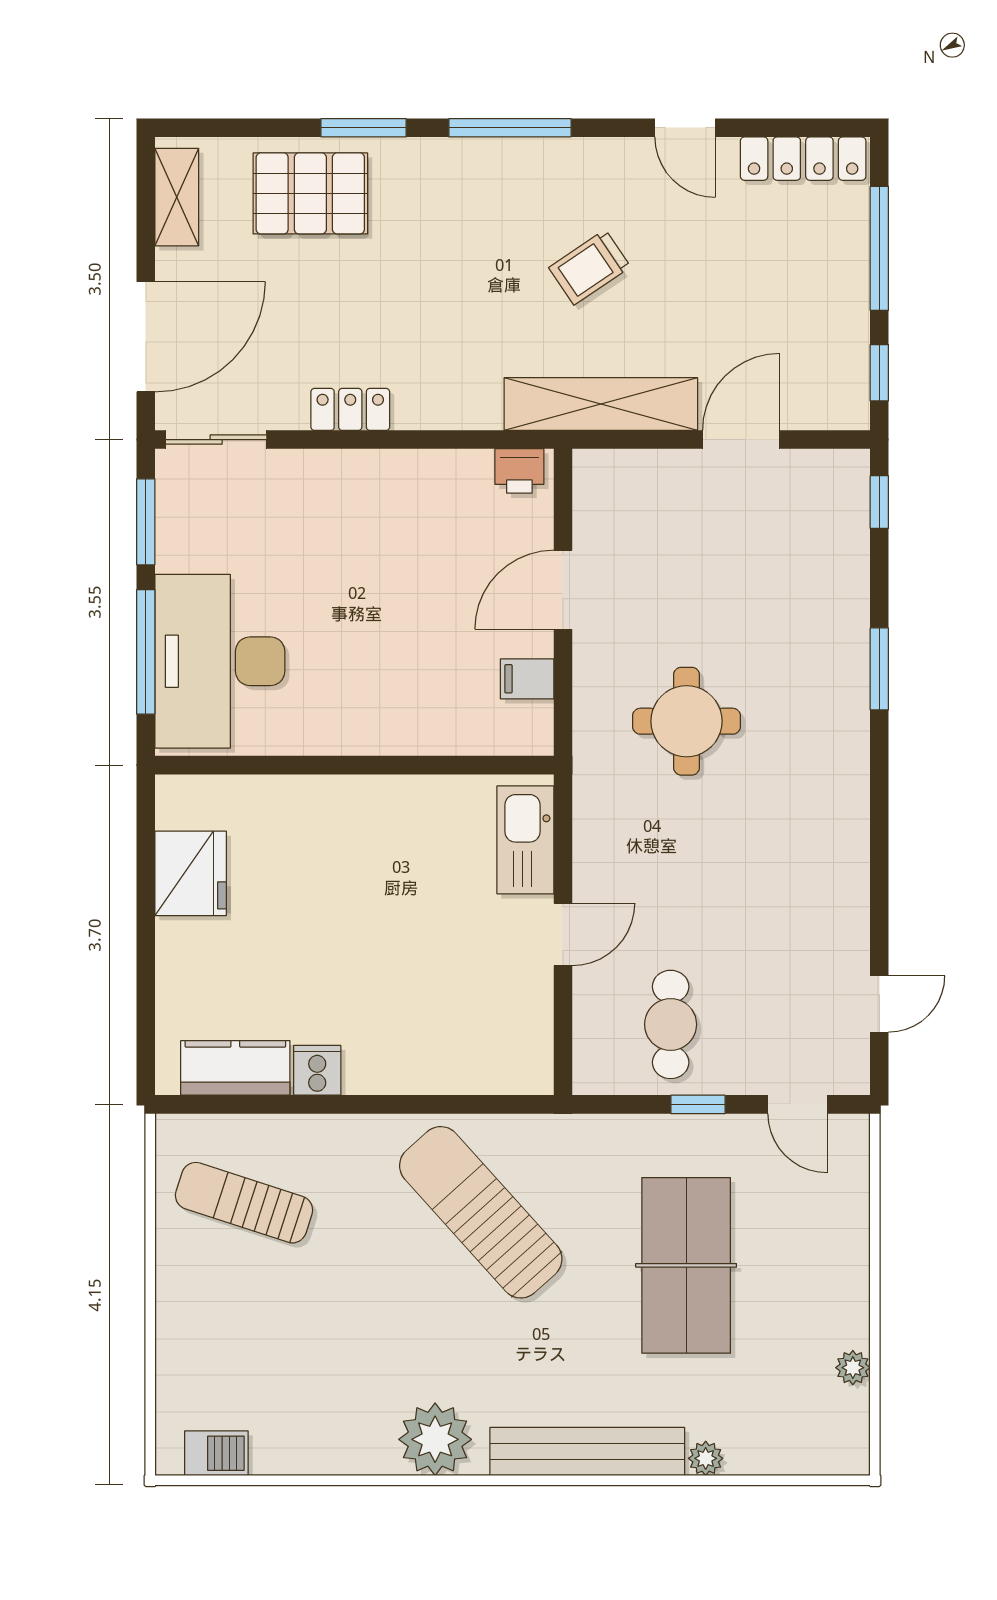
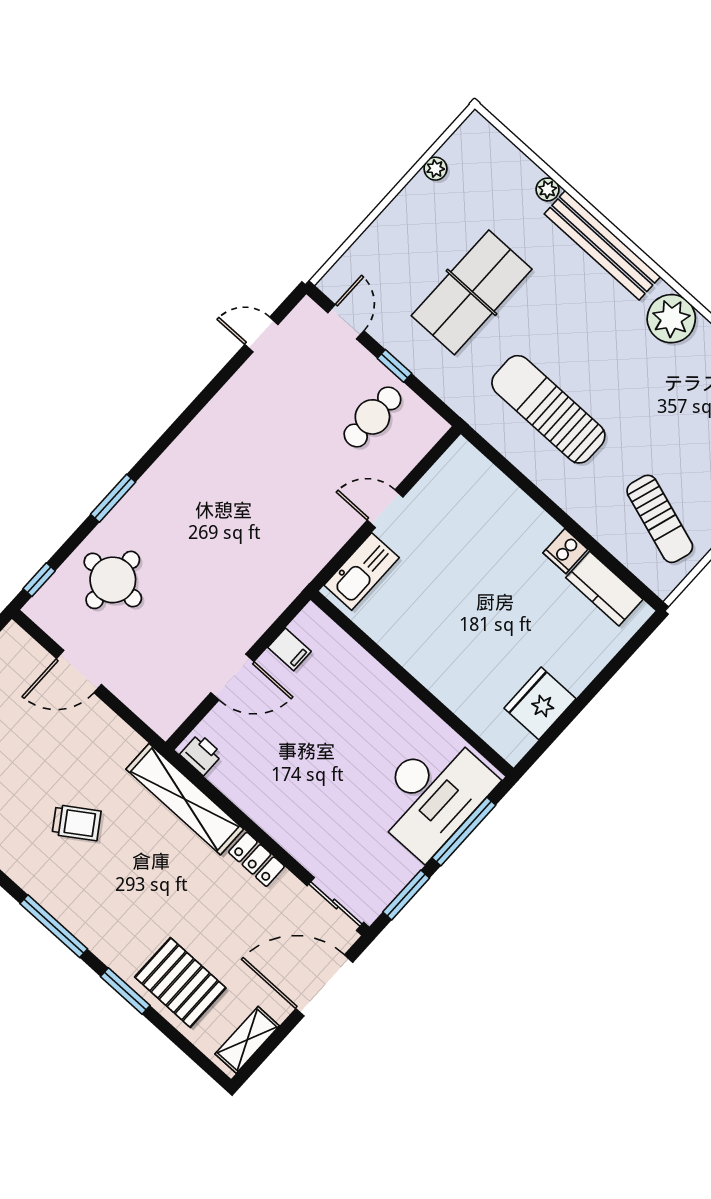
shelving: (601, 404) -> (185, 799), moved
round table: (687, 721) -> (113, 580), moved
sun lounger: (481, 1212) -> (548, 409), turned 132

